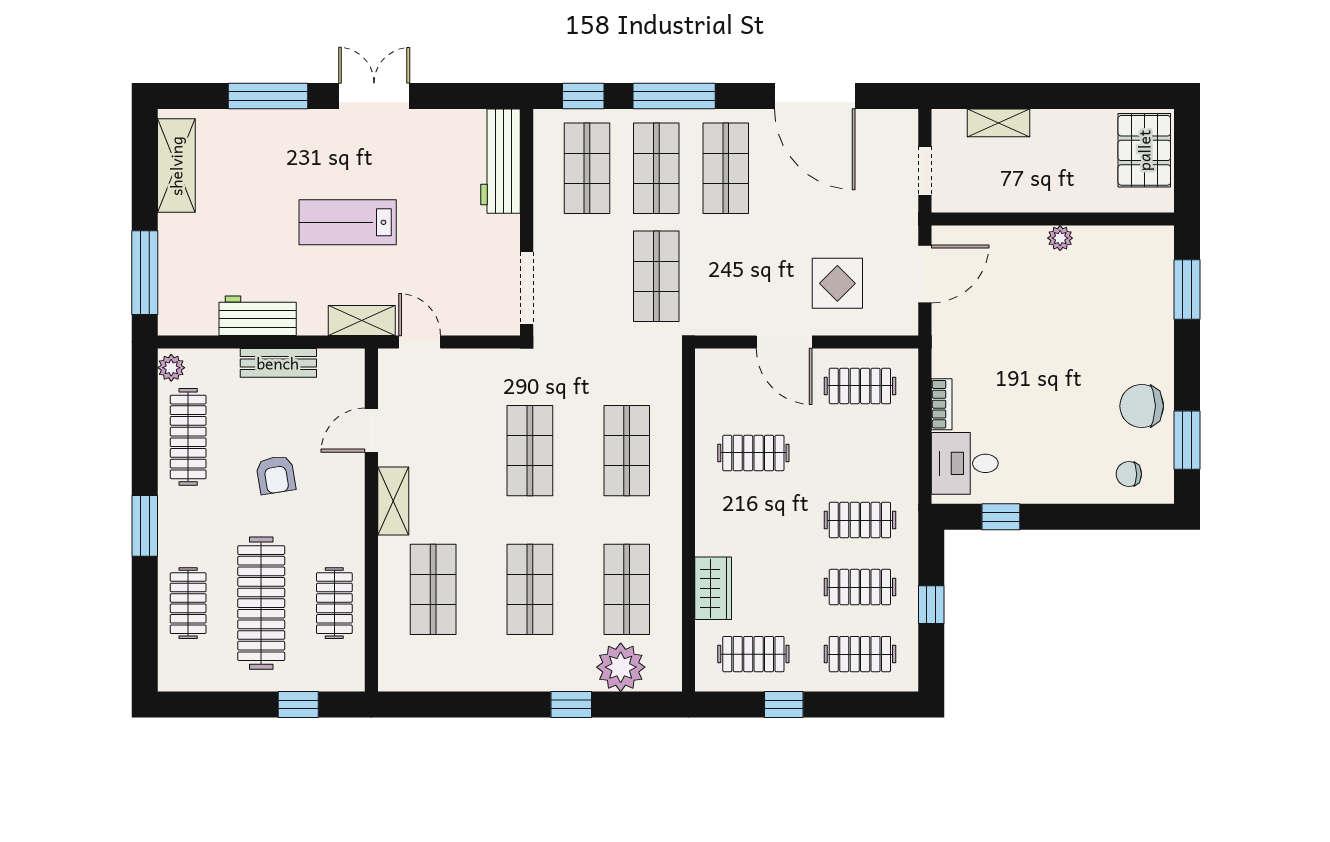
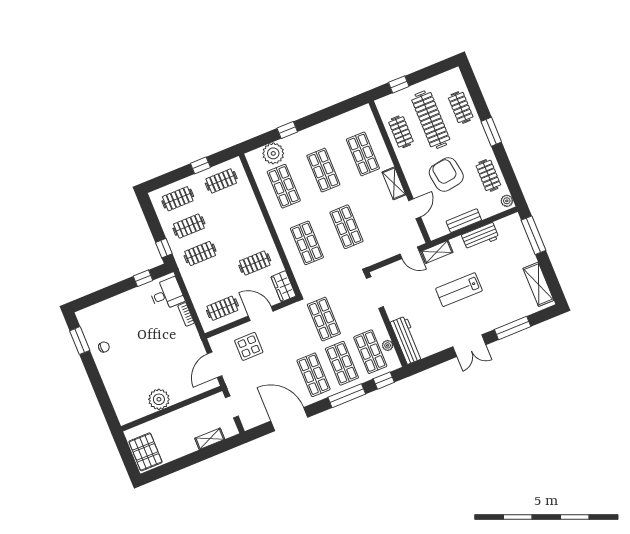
plant: (545, 166) -> (388, 345), added
lab bench: (348, 222) -> (459, 290), turned 180
plant: (1060, 238) -> (159, 399), width x1.88, depth x1.88
window: (1187, 290) -> (105, 402), removed
chair: (1142, 406) -> (104, 347), width x0.54, depth x0.54
clothes rail: (188, 437) -> (488, 175), width x0.73
chair: (1129, 474) -> (98, 317), removed
armchair: (276, 475) -> (446, 175), width x1.88, depth x1.88
wardrobe: (713, 588) -> (283, 286), moved
window: (931, 605) -> (164, 248), moved

